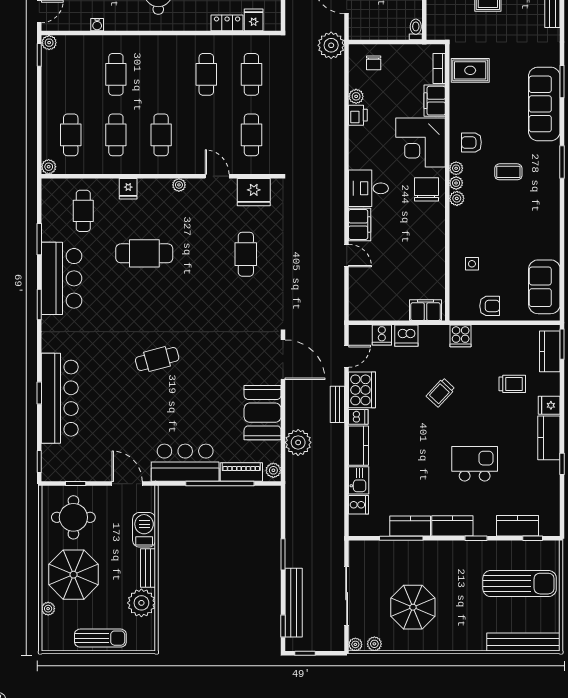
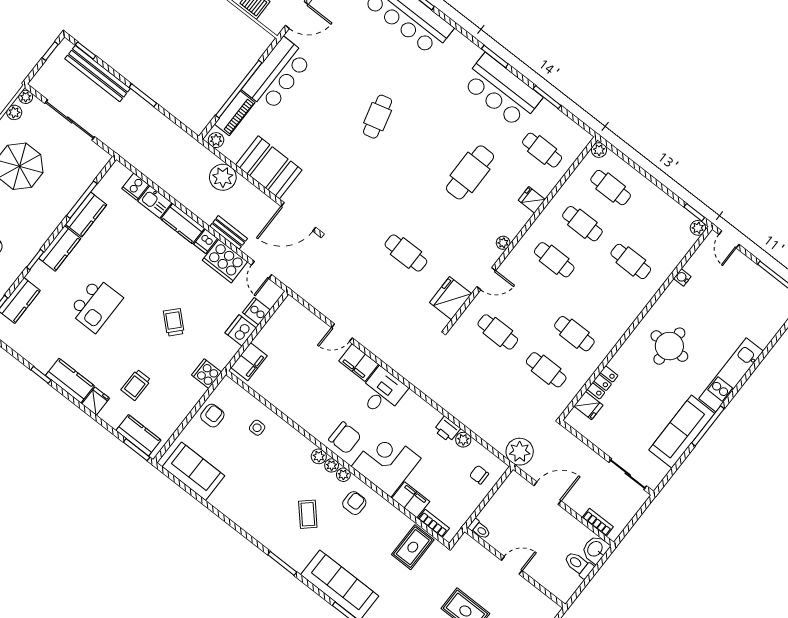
coffee table: (508, 172) -> (308, 514), turned -42
armchair: (490, 306) -> (212, 416), turned 180

